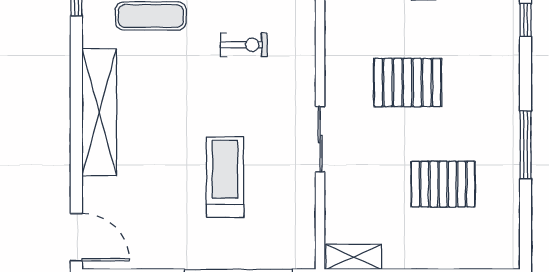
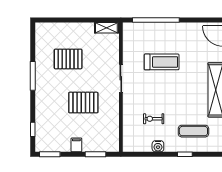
treadmill: (225, 177) -> (162, 62), turned -90

